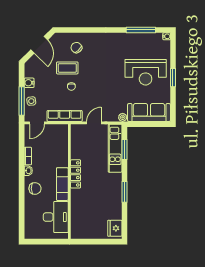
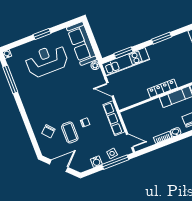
reception desk: (146, 72) -> (47, 61), turned -90

